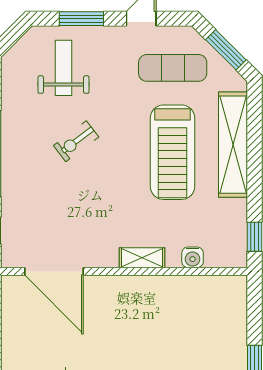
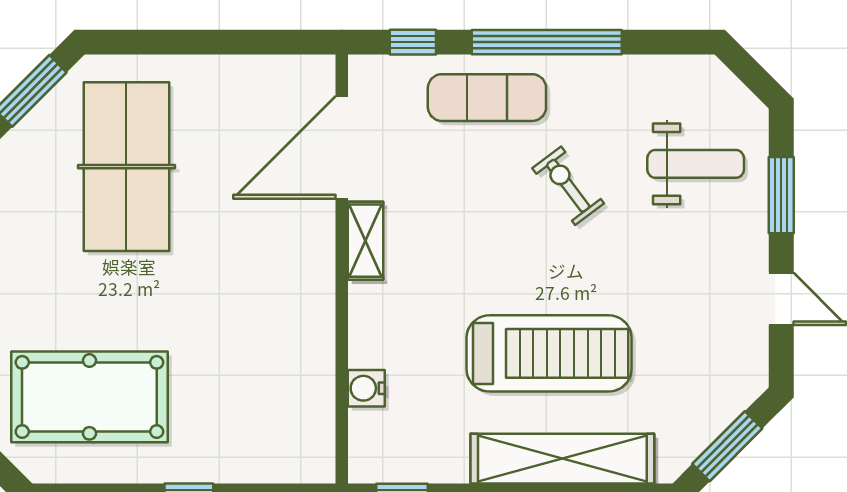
exercise mat: (173, 68) -> (487, 98), moved, turned 90
treadmill: (173, 152) -> (549, 353), turned 180
shelving: (142, 258) -> (366, 241), moved

